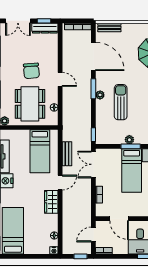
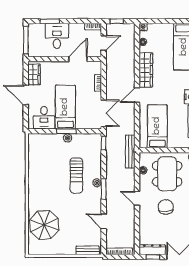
door: (93, 56) -> (104, 221), width x0.53
bench: (67, 154) -> (130, 152), moved, width x1.36
wardrobe: (51, 202) -> (146, 70), width x1.50
door: (119, 219) -> (78, 59), hinge flipped

